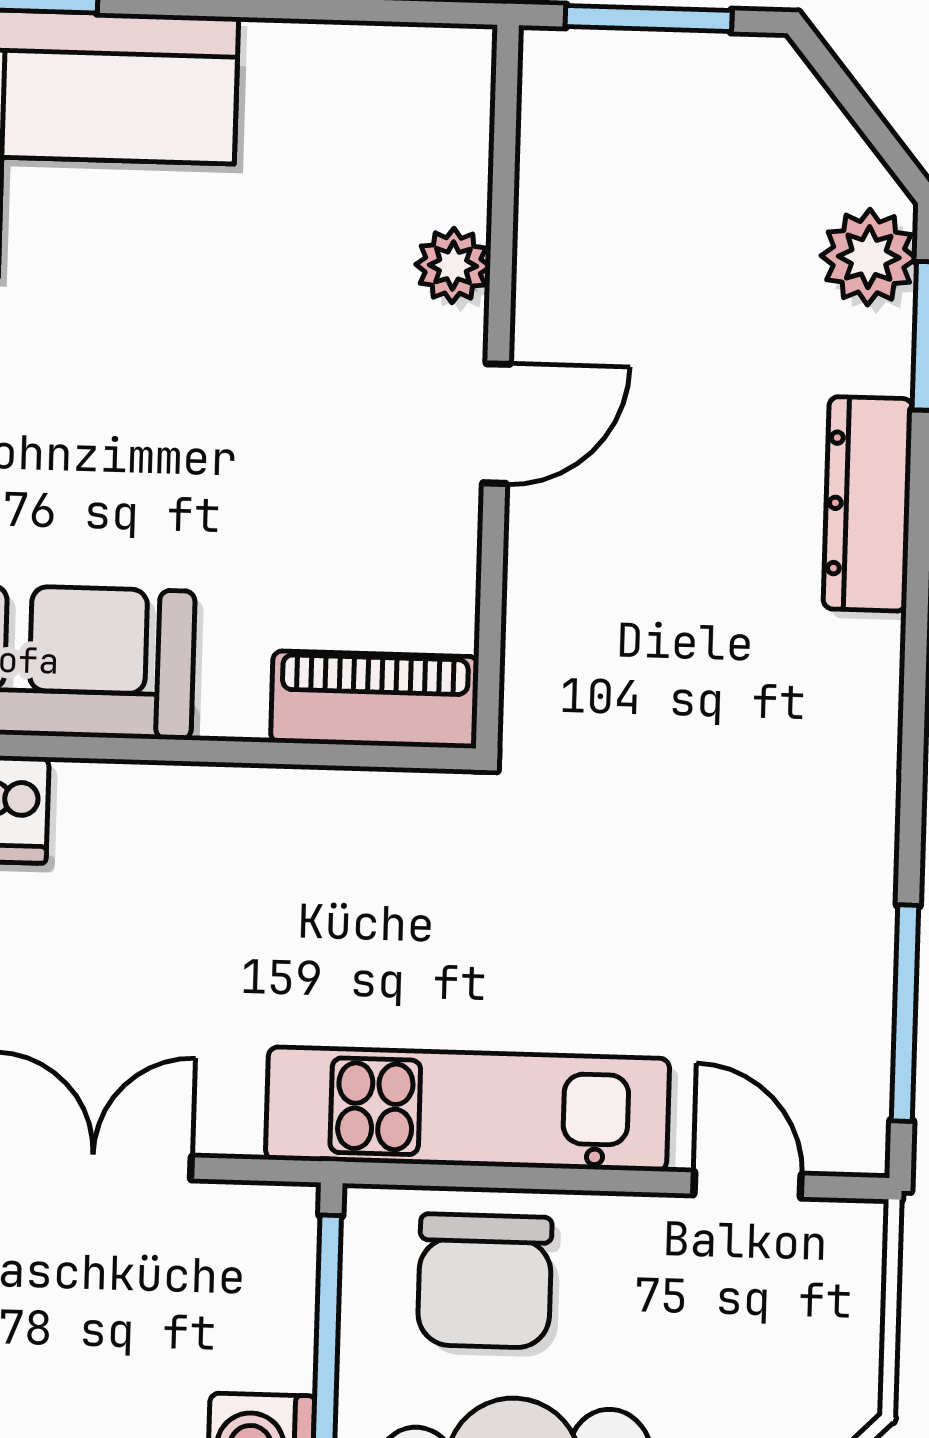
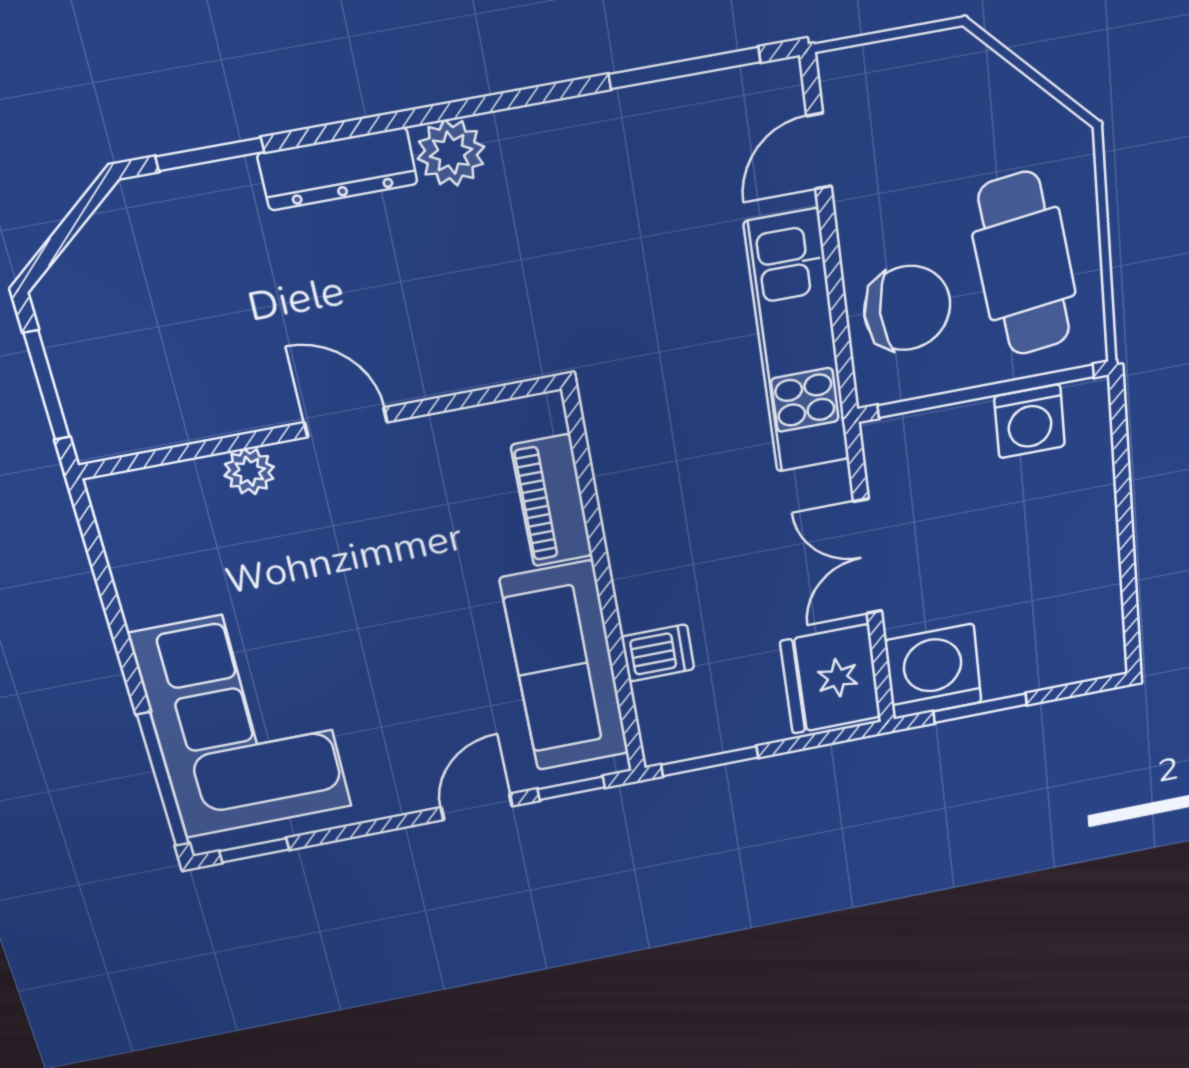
plant: (869, 257) -> (451, 153), moved
piano: (375, 700) -> (552, 501), moved

